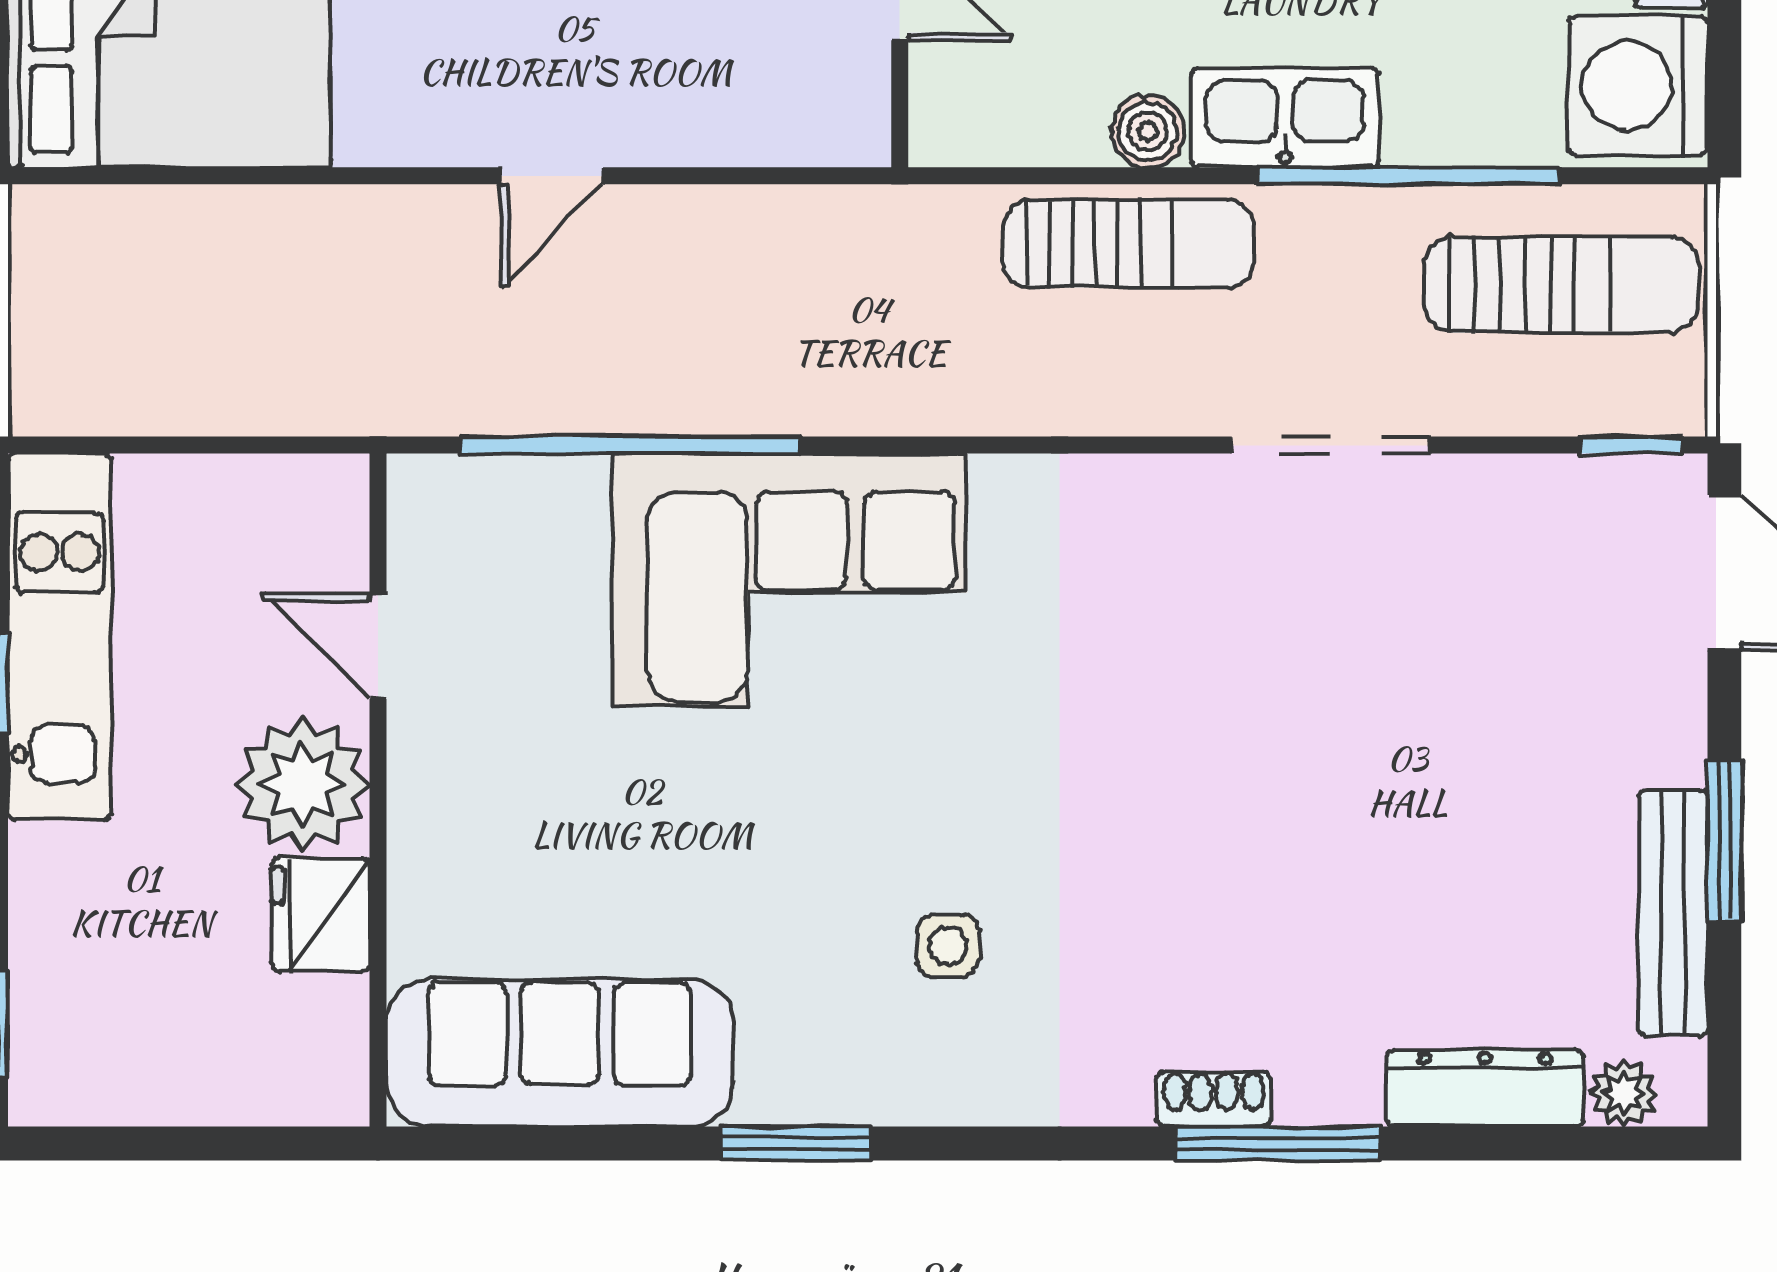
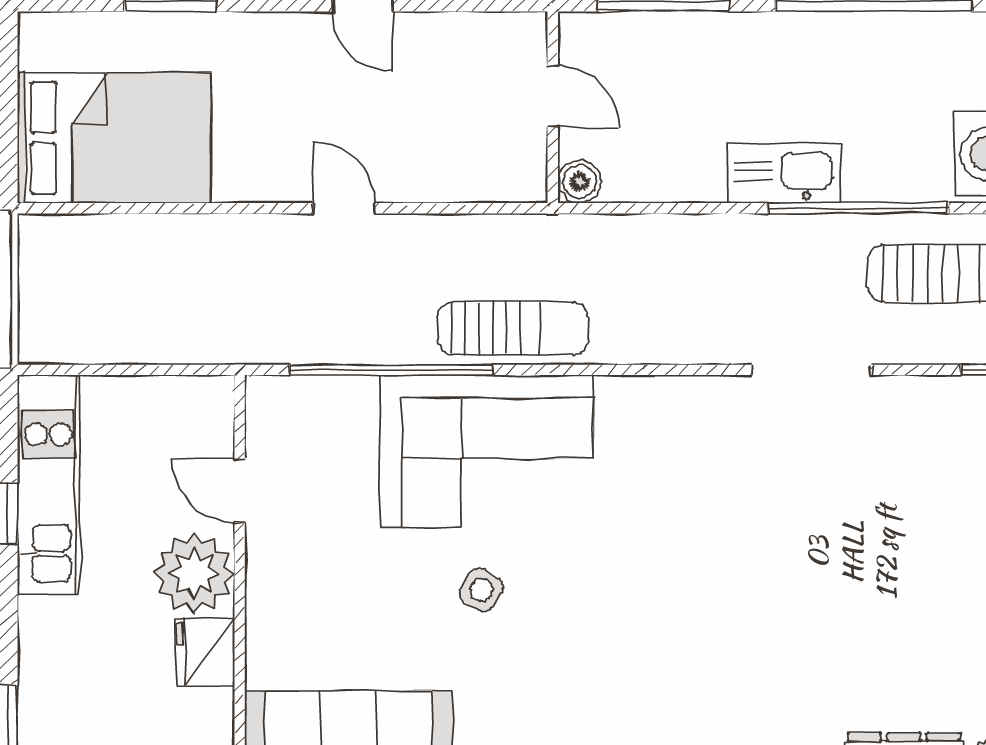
boiler: (1148, 131) -> (579, 182), moved
door: (552, 176) -> (344, 208), swing flipped
sun lounger: (1129, 244) -> (513, 328), moved
side table: (948, 946) -> (481, 590), moved, turned 33

